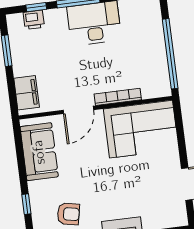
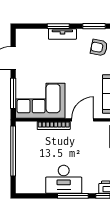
window: (180, 135) -> (13, 93), added

